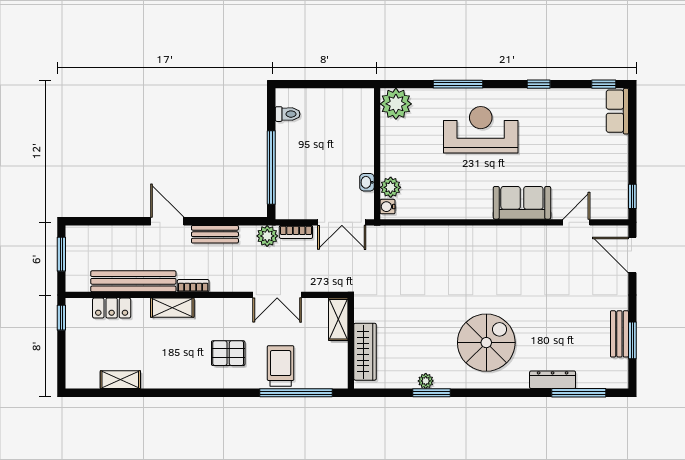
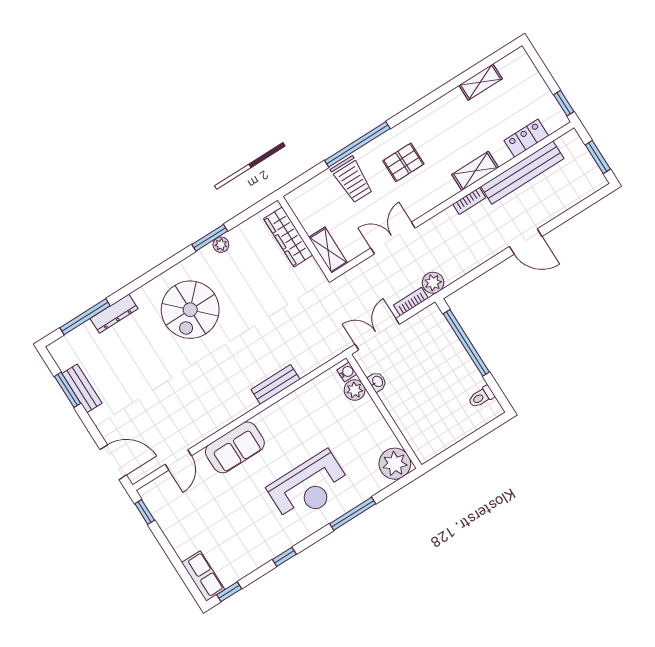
bench: (215, 234) -> (275, 384), moved
window: (296, 393) -> (357, 144), moved

